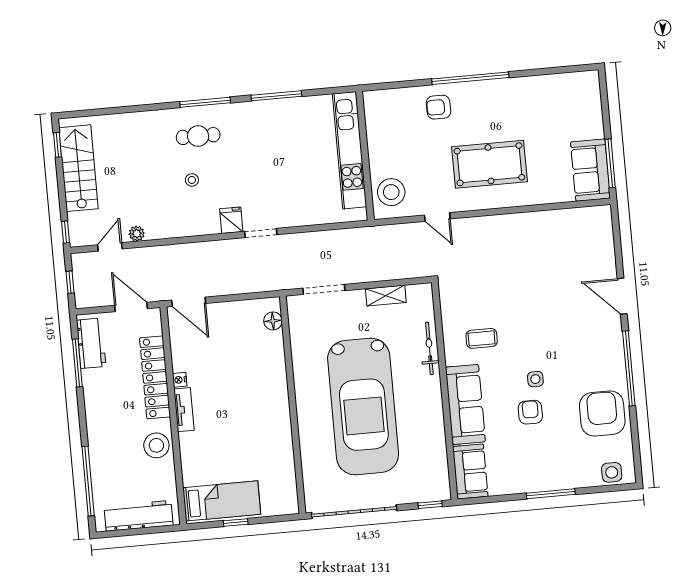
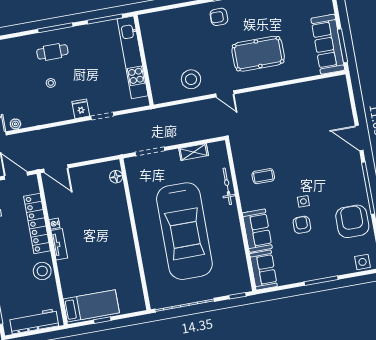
kitchen unit: (350, 150) -> (133, 57), moved
wall: (365, 156) -> (144, 60), moved
sofa: (590, 170) -> (328, 44), width x1.36
sofa: (465, 404) -> (257, 231), width x0.73

